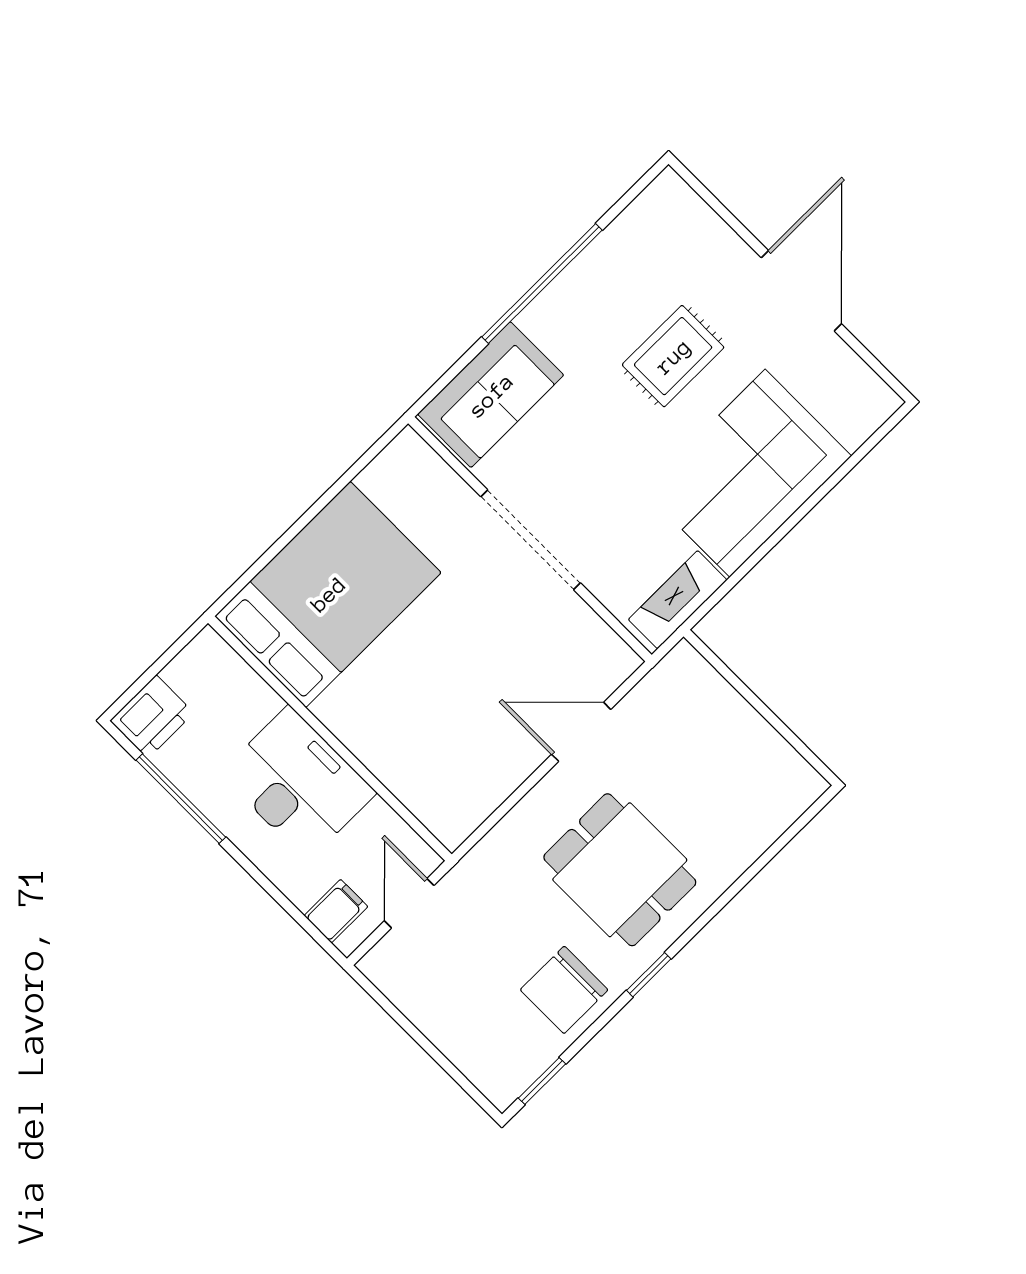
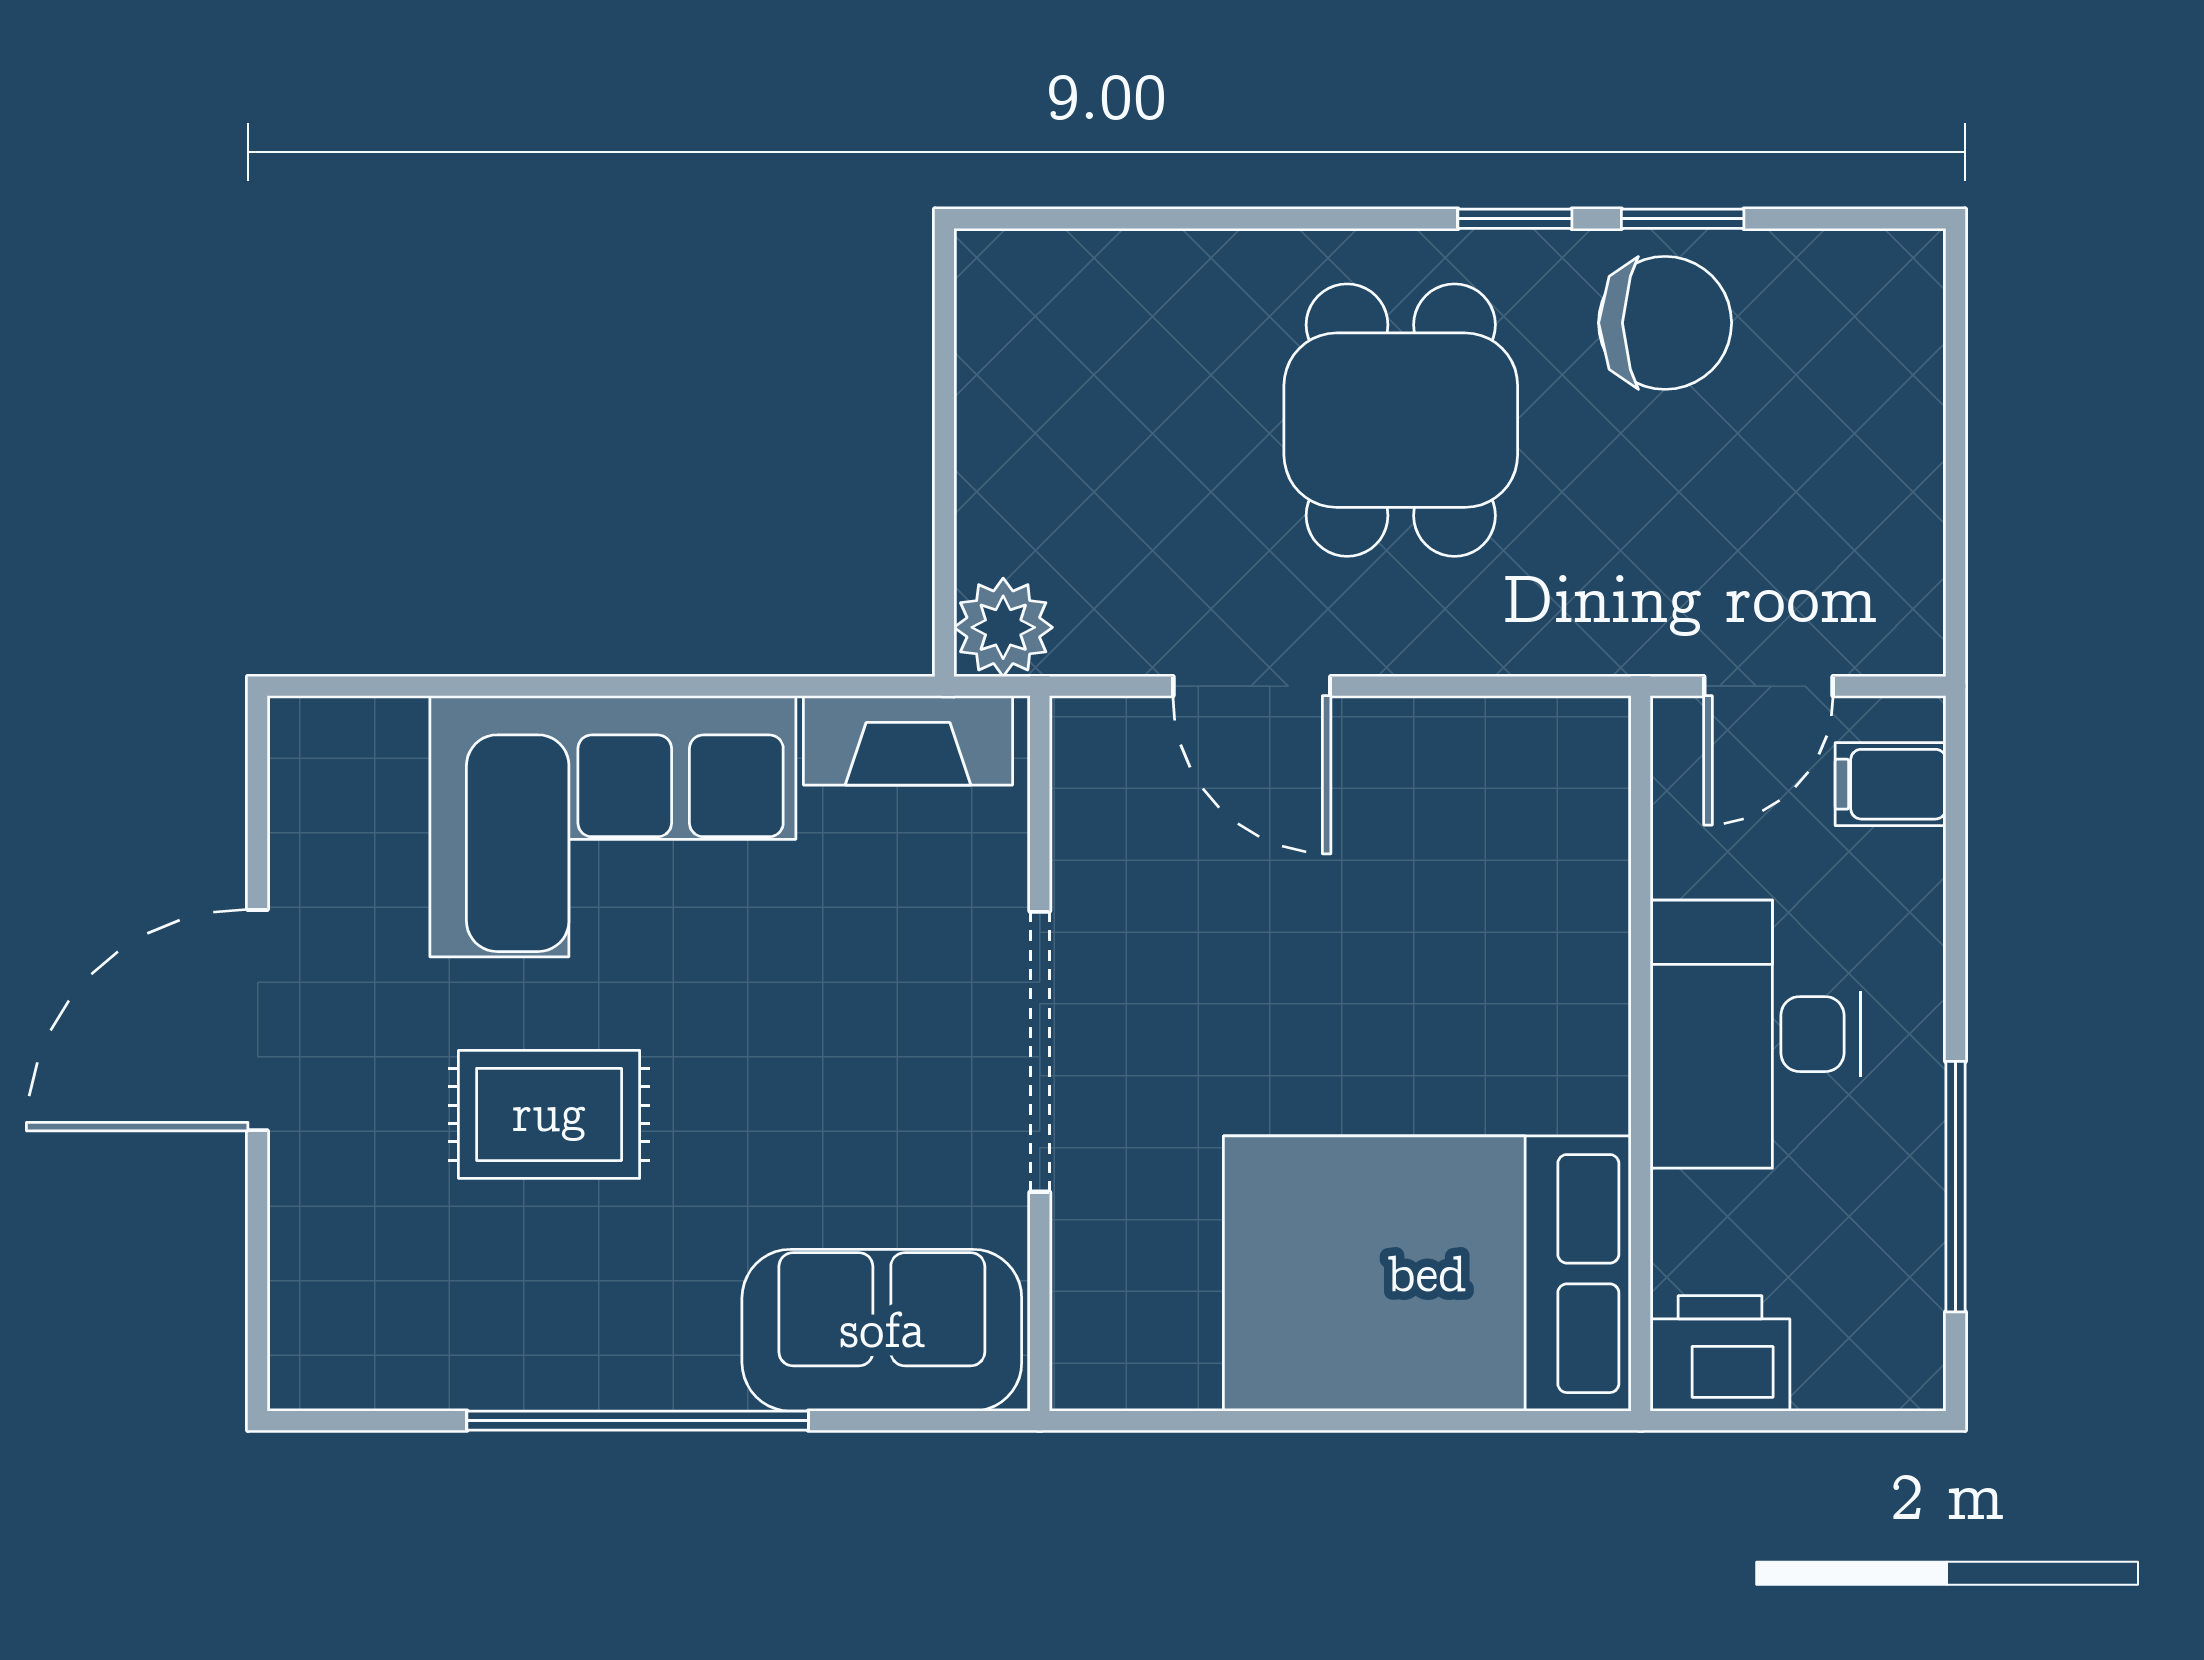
plant: (683, 669) -> (1003, 627), added
printer: (152, 717) -> (1720, 1353), moved
window: (542, 1081) -> (1683, 219), moved

